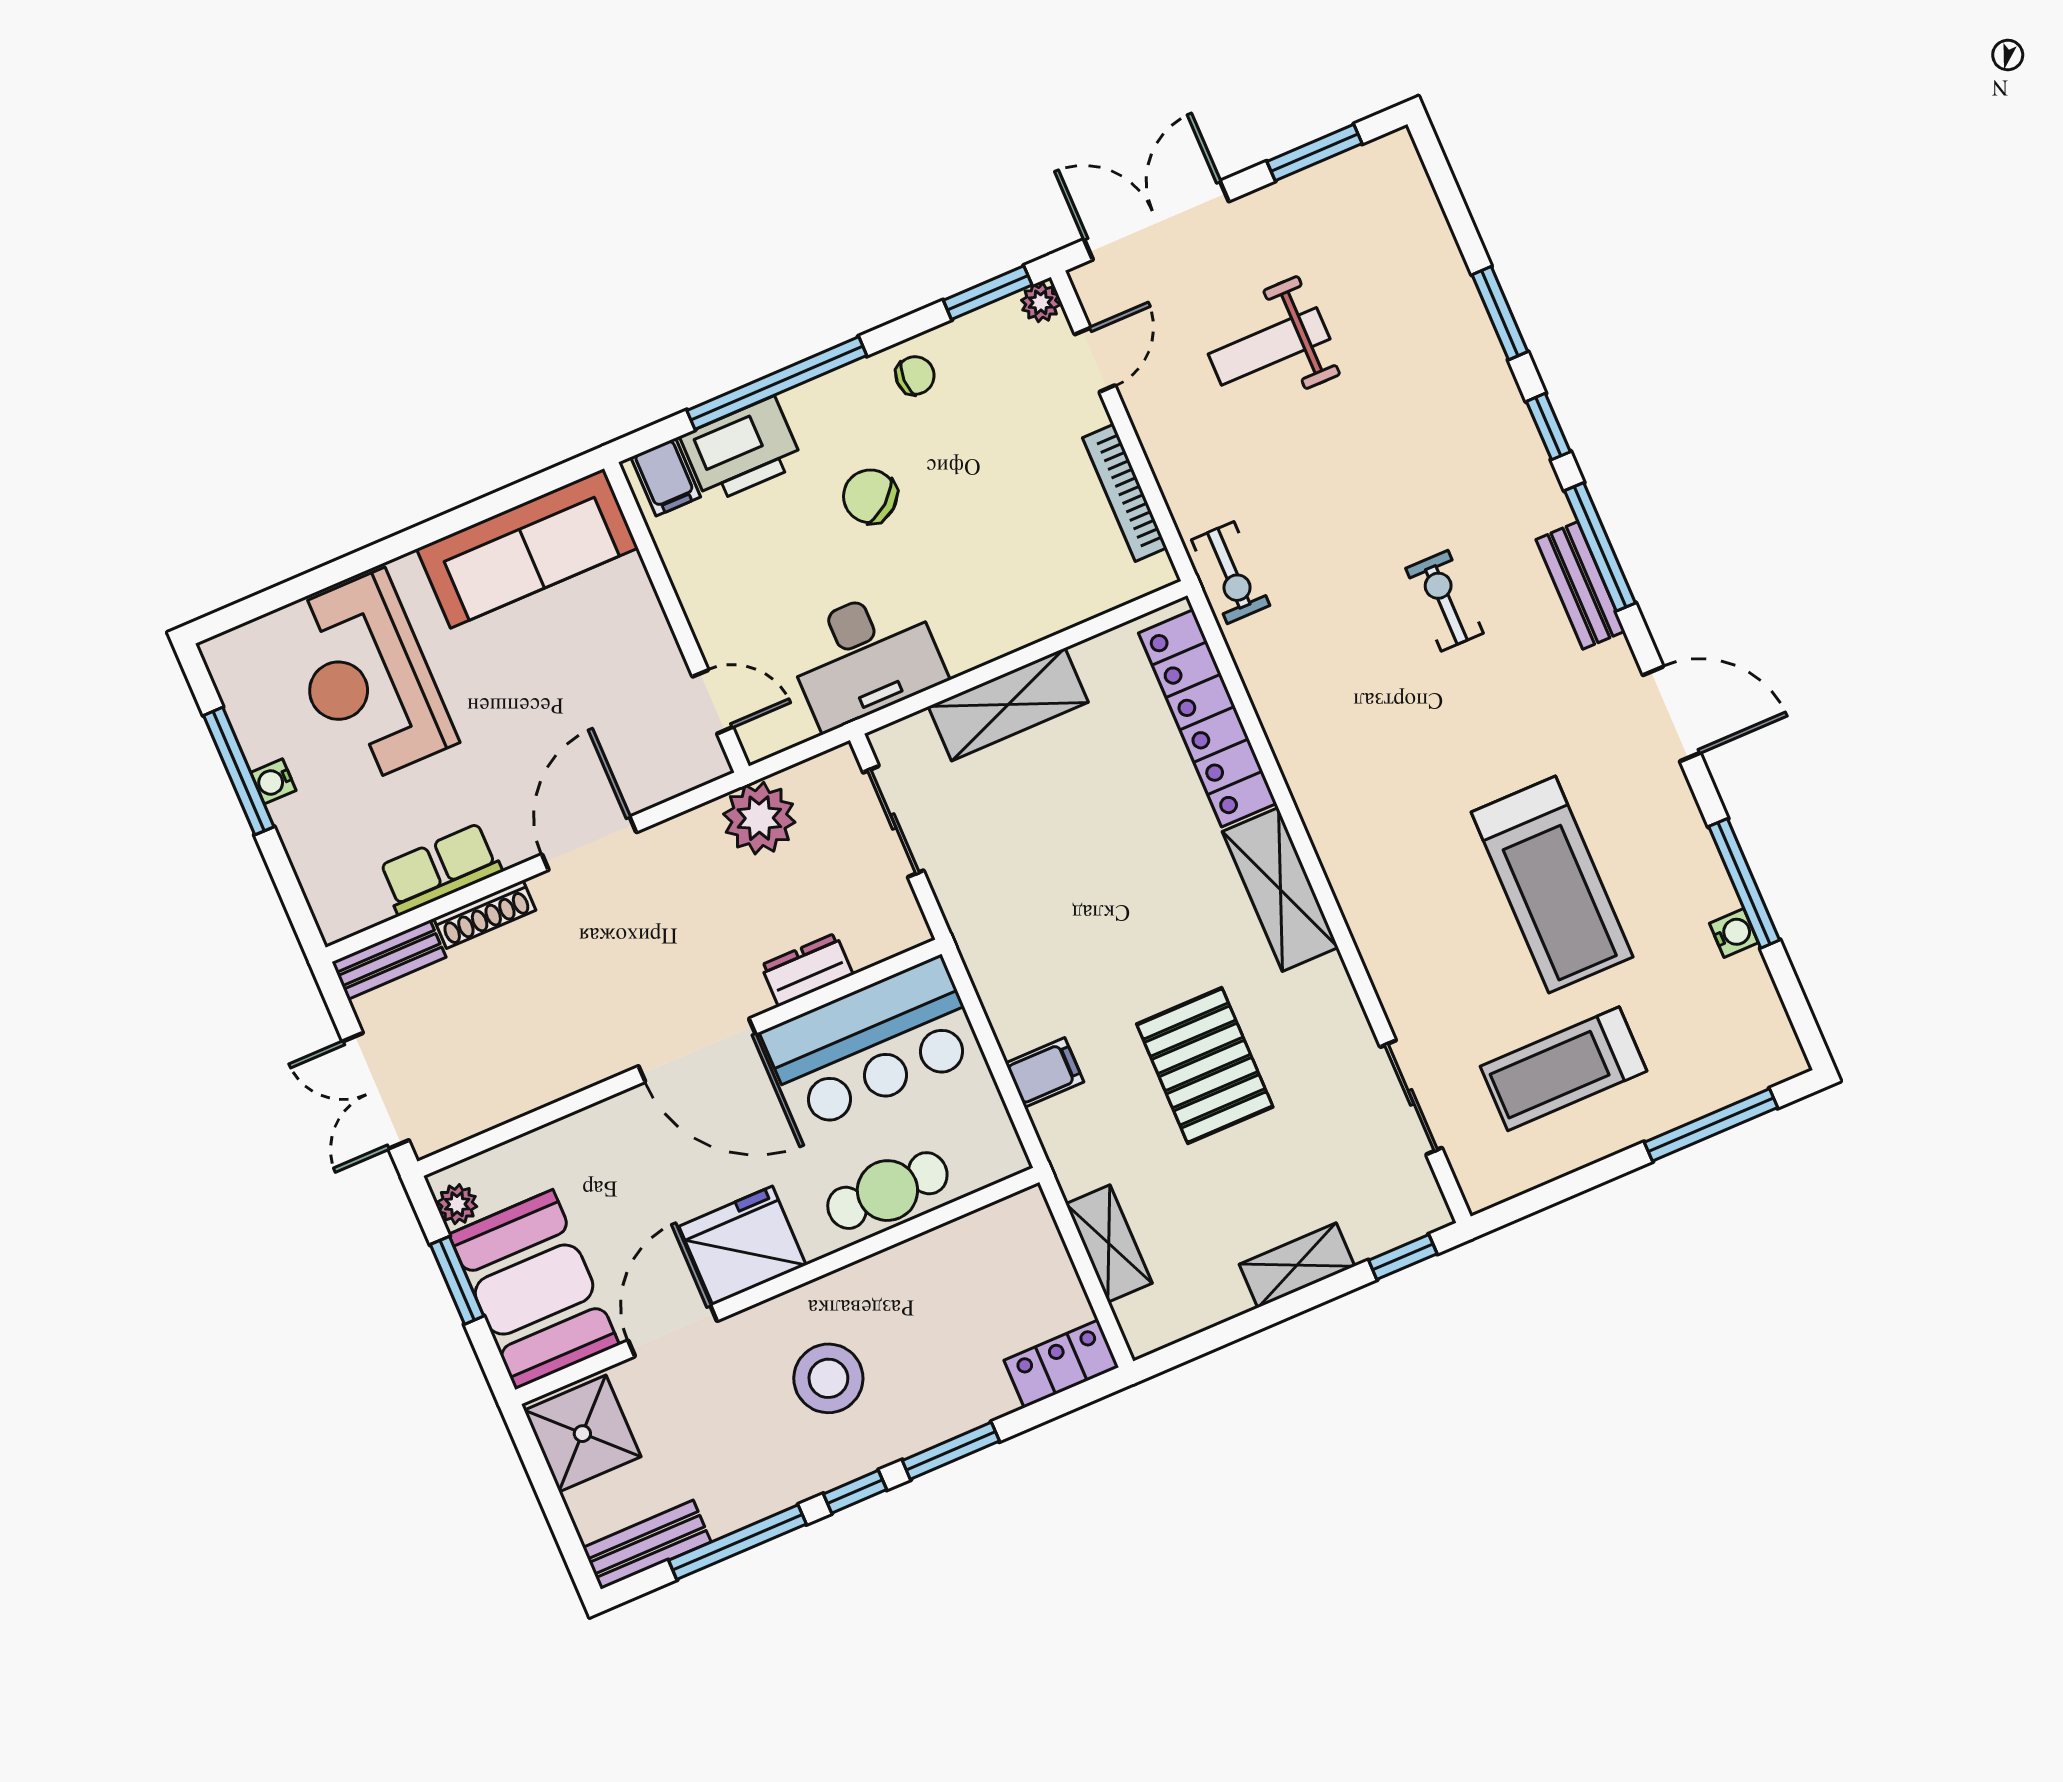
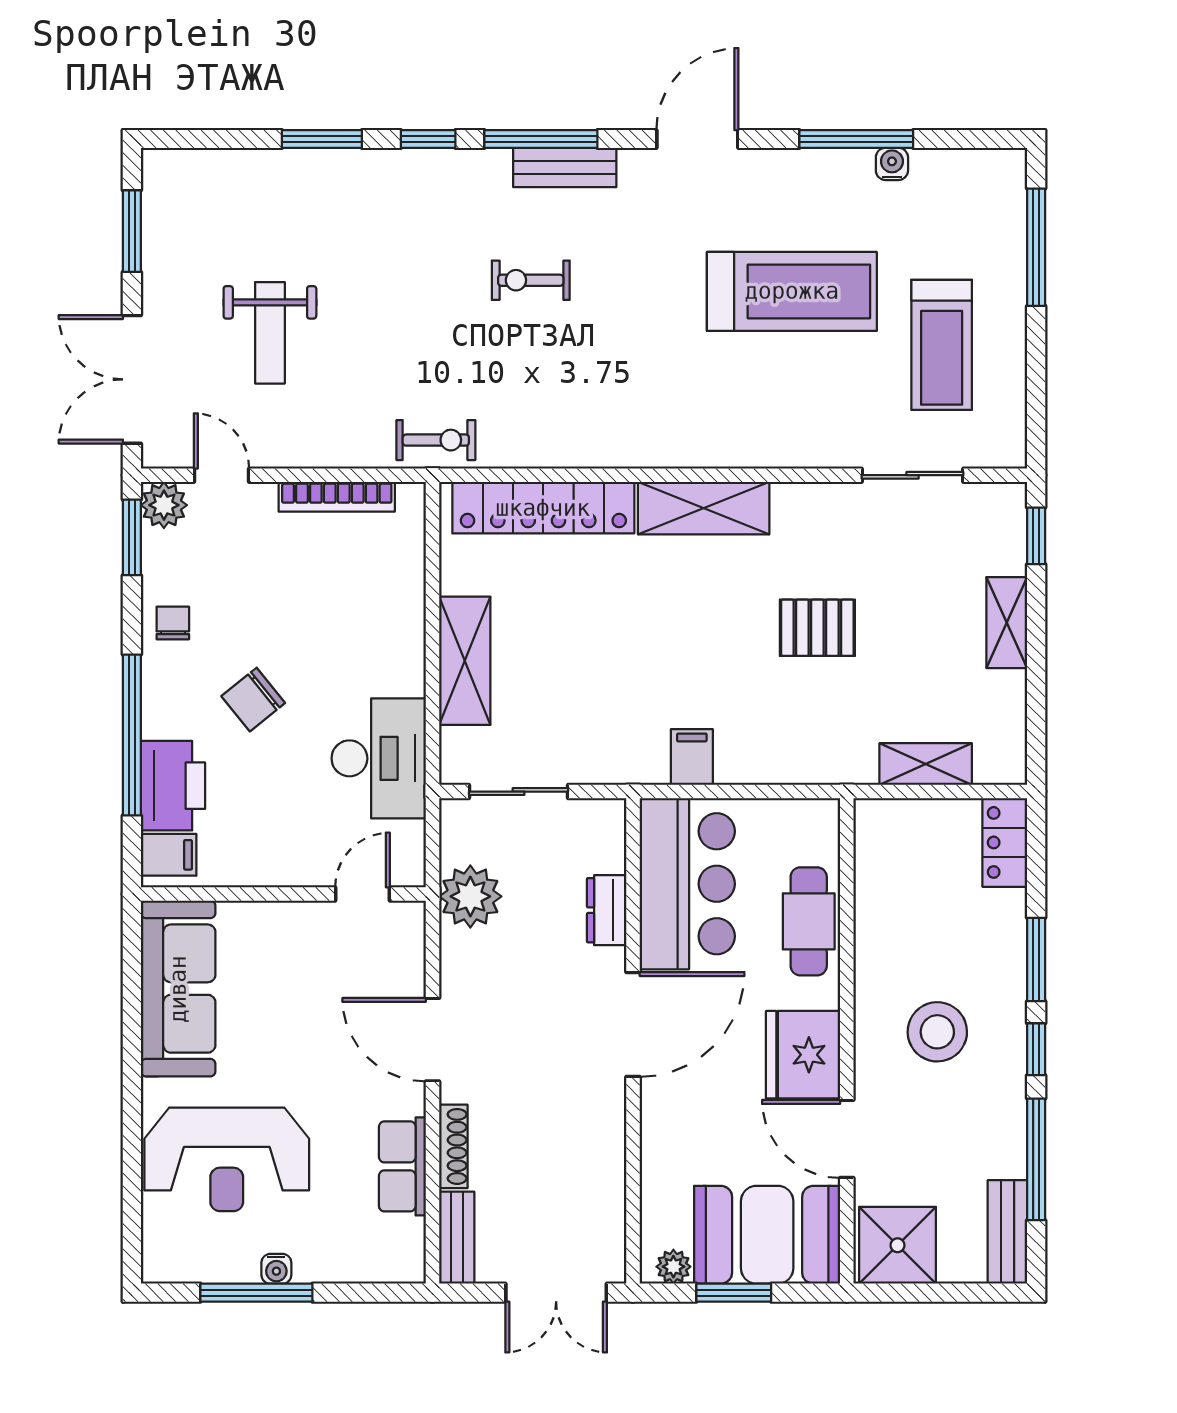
plant: (1041, 302) -> (164, 505), width x1.38, depth x1.38
pallet: (1205, 1066) -> (817, 628), width x0.67, depth x0.71
filing cabinet: (1045, 1073) -> (692, 757), moved

